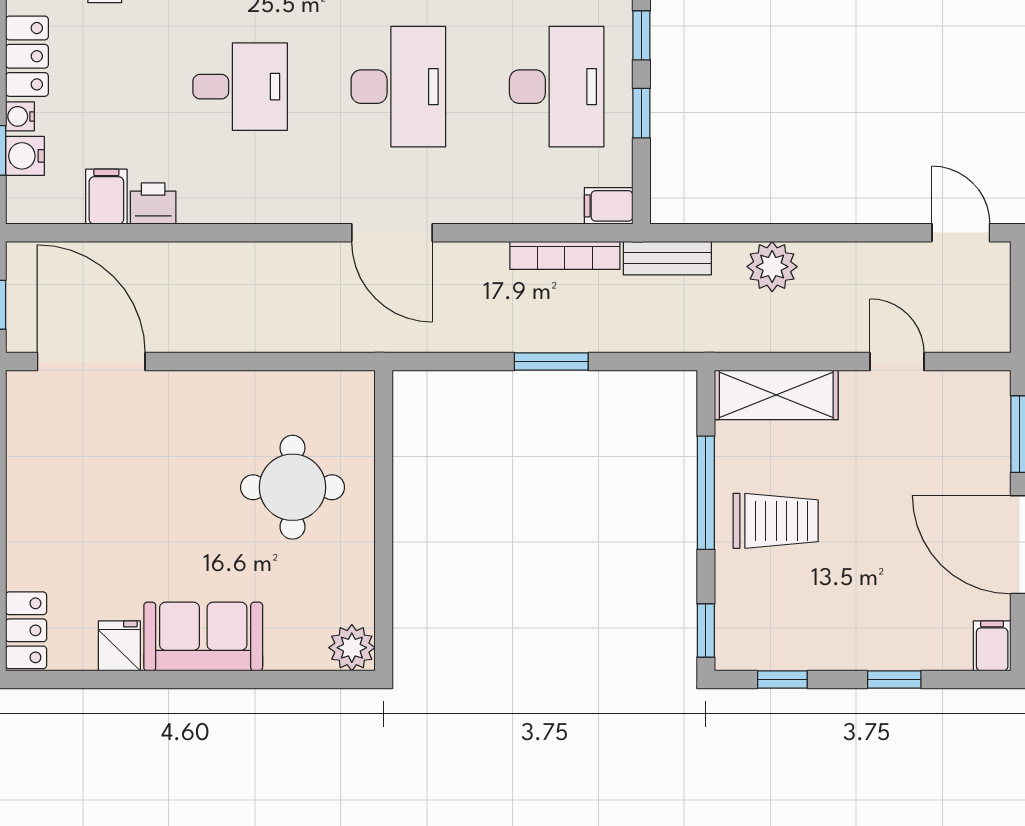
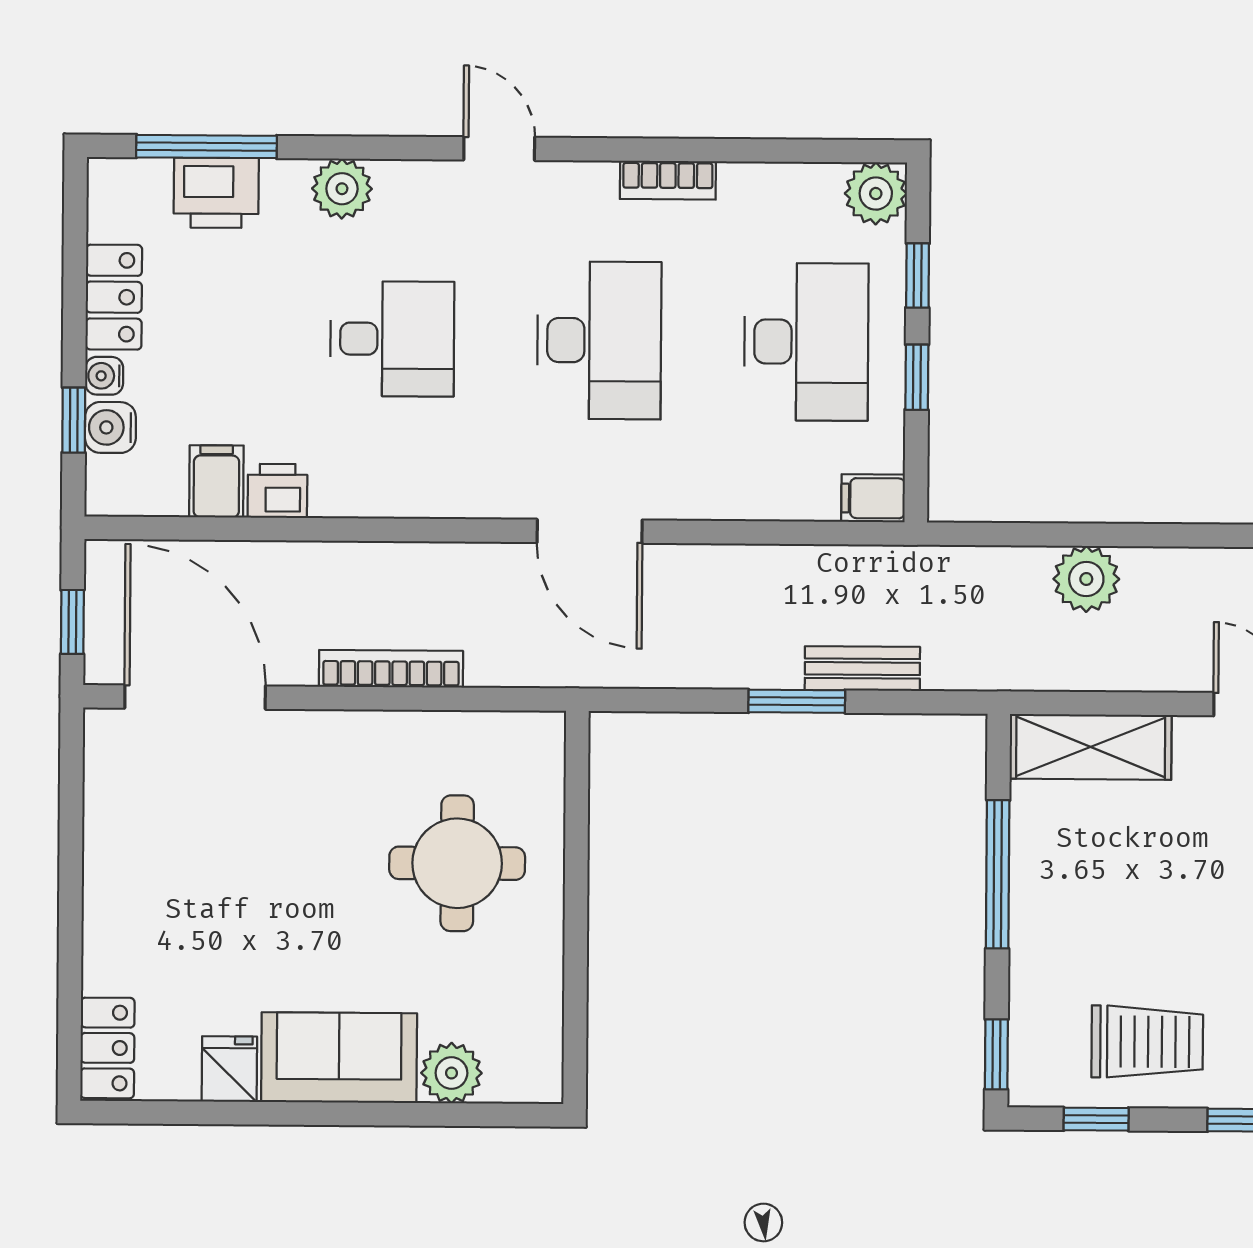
bookcase: (565, 255) -> (391, 669), moved, turned 180
bench: (667, 258) -> (862, 669), moved
trolley: (776, 521) -> (1147, 1042), moved
plant: (352, 648) -> (451, 1073), moved

